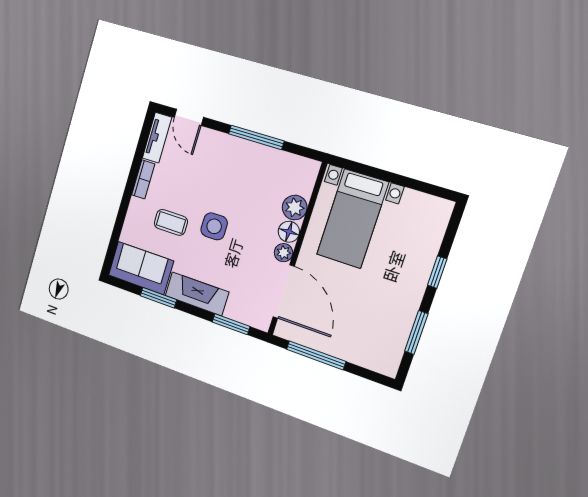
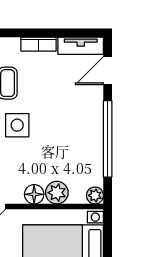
window: (256, 137) -> (108, 139), width x1.46
plant: (284, 253) -> (95, 195), moved

